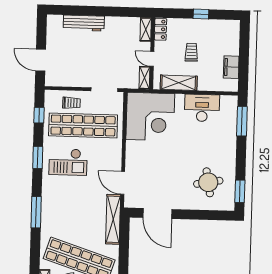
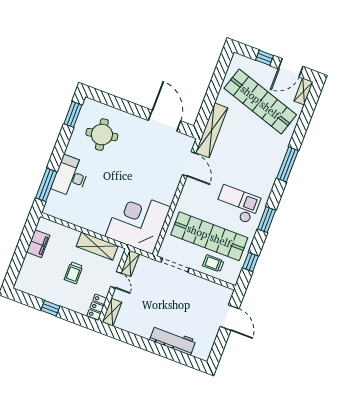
desk: (202, 108) -> (71, 176), moved, turned 90

